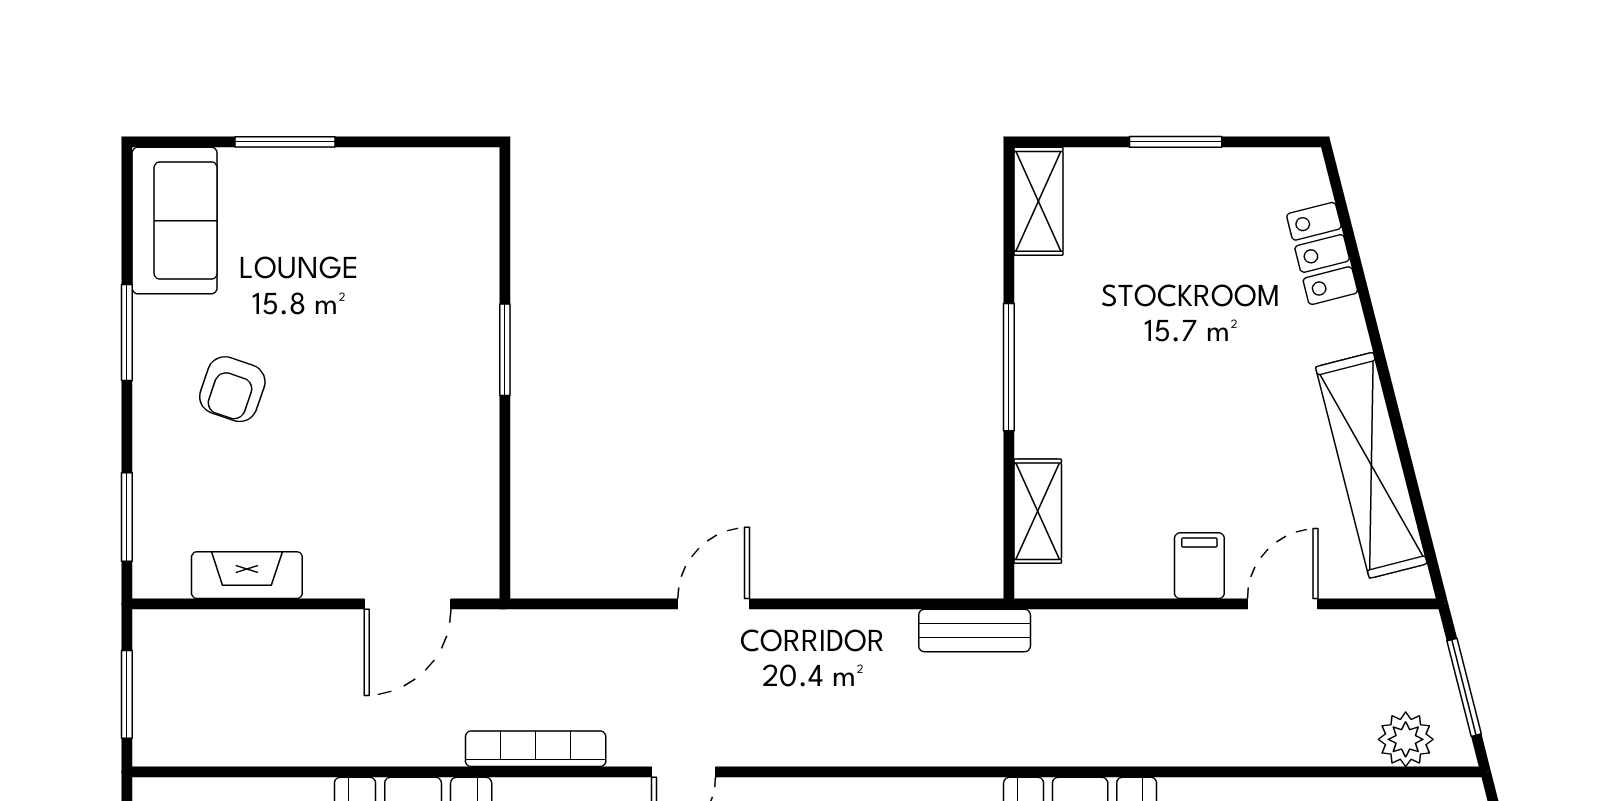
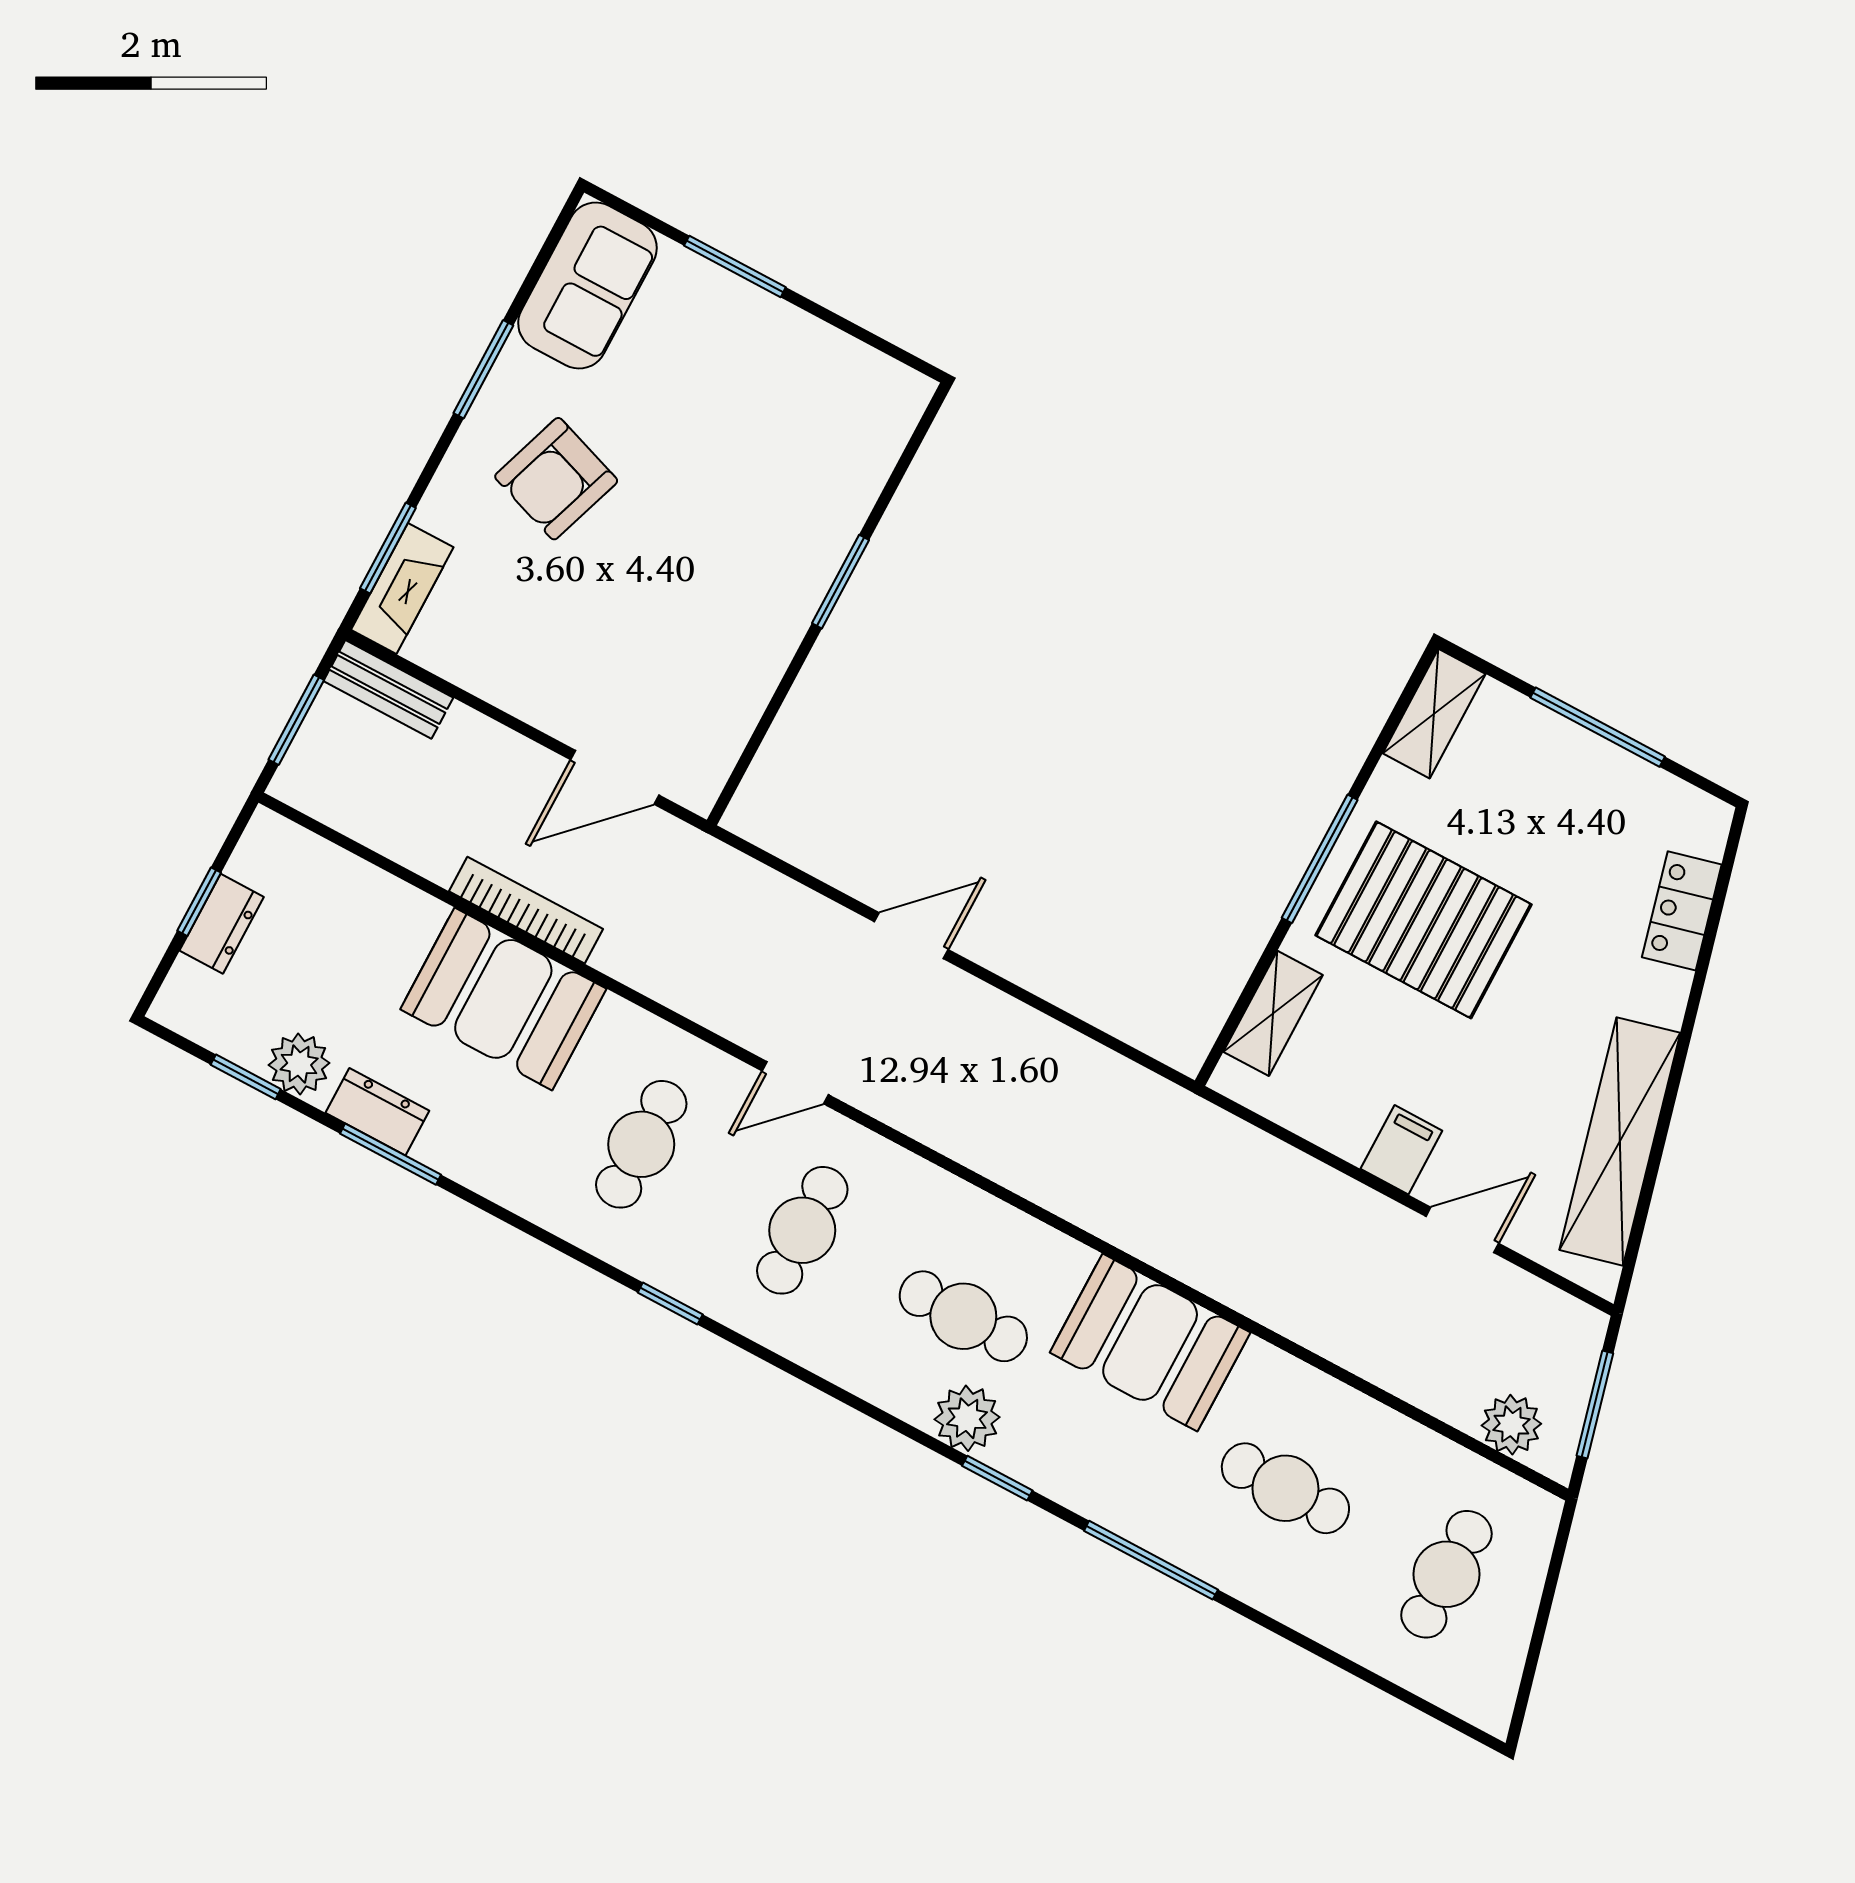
window: (1176, 142) -> (1598, 727), width x1.44
pallet: (1119, 372) -> (1424, 920), added
armchair: (232, 389) -> (556, 479), width x1.38, depth x1.38
fireplace: (247, 575) -> (402, 589), moved, turned 90
bench: (975, 630) -> (388, 689), moved
bookcase: (536, 749) -> (526, 910), moved

